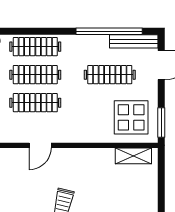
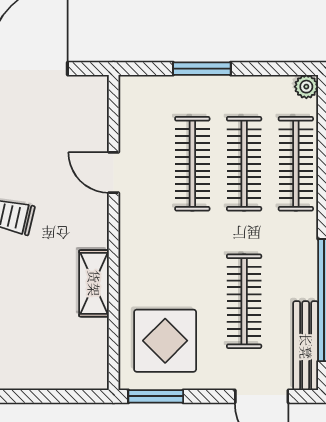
shelving: (133, 156) -> (94, 283), moved

